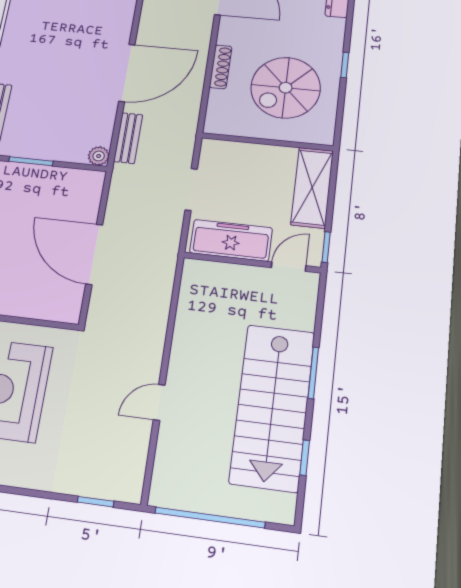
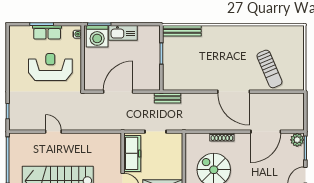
door: (127, 73) -> (234, 92), moved
bench: (128, 138) -> (168, 98), moved
plant: (99, 156) -> (168, 85), removed

